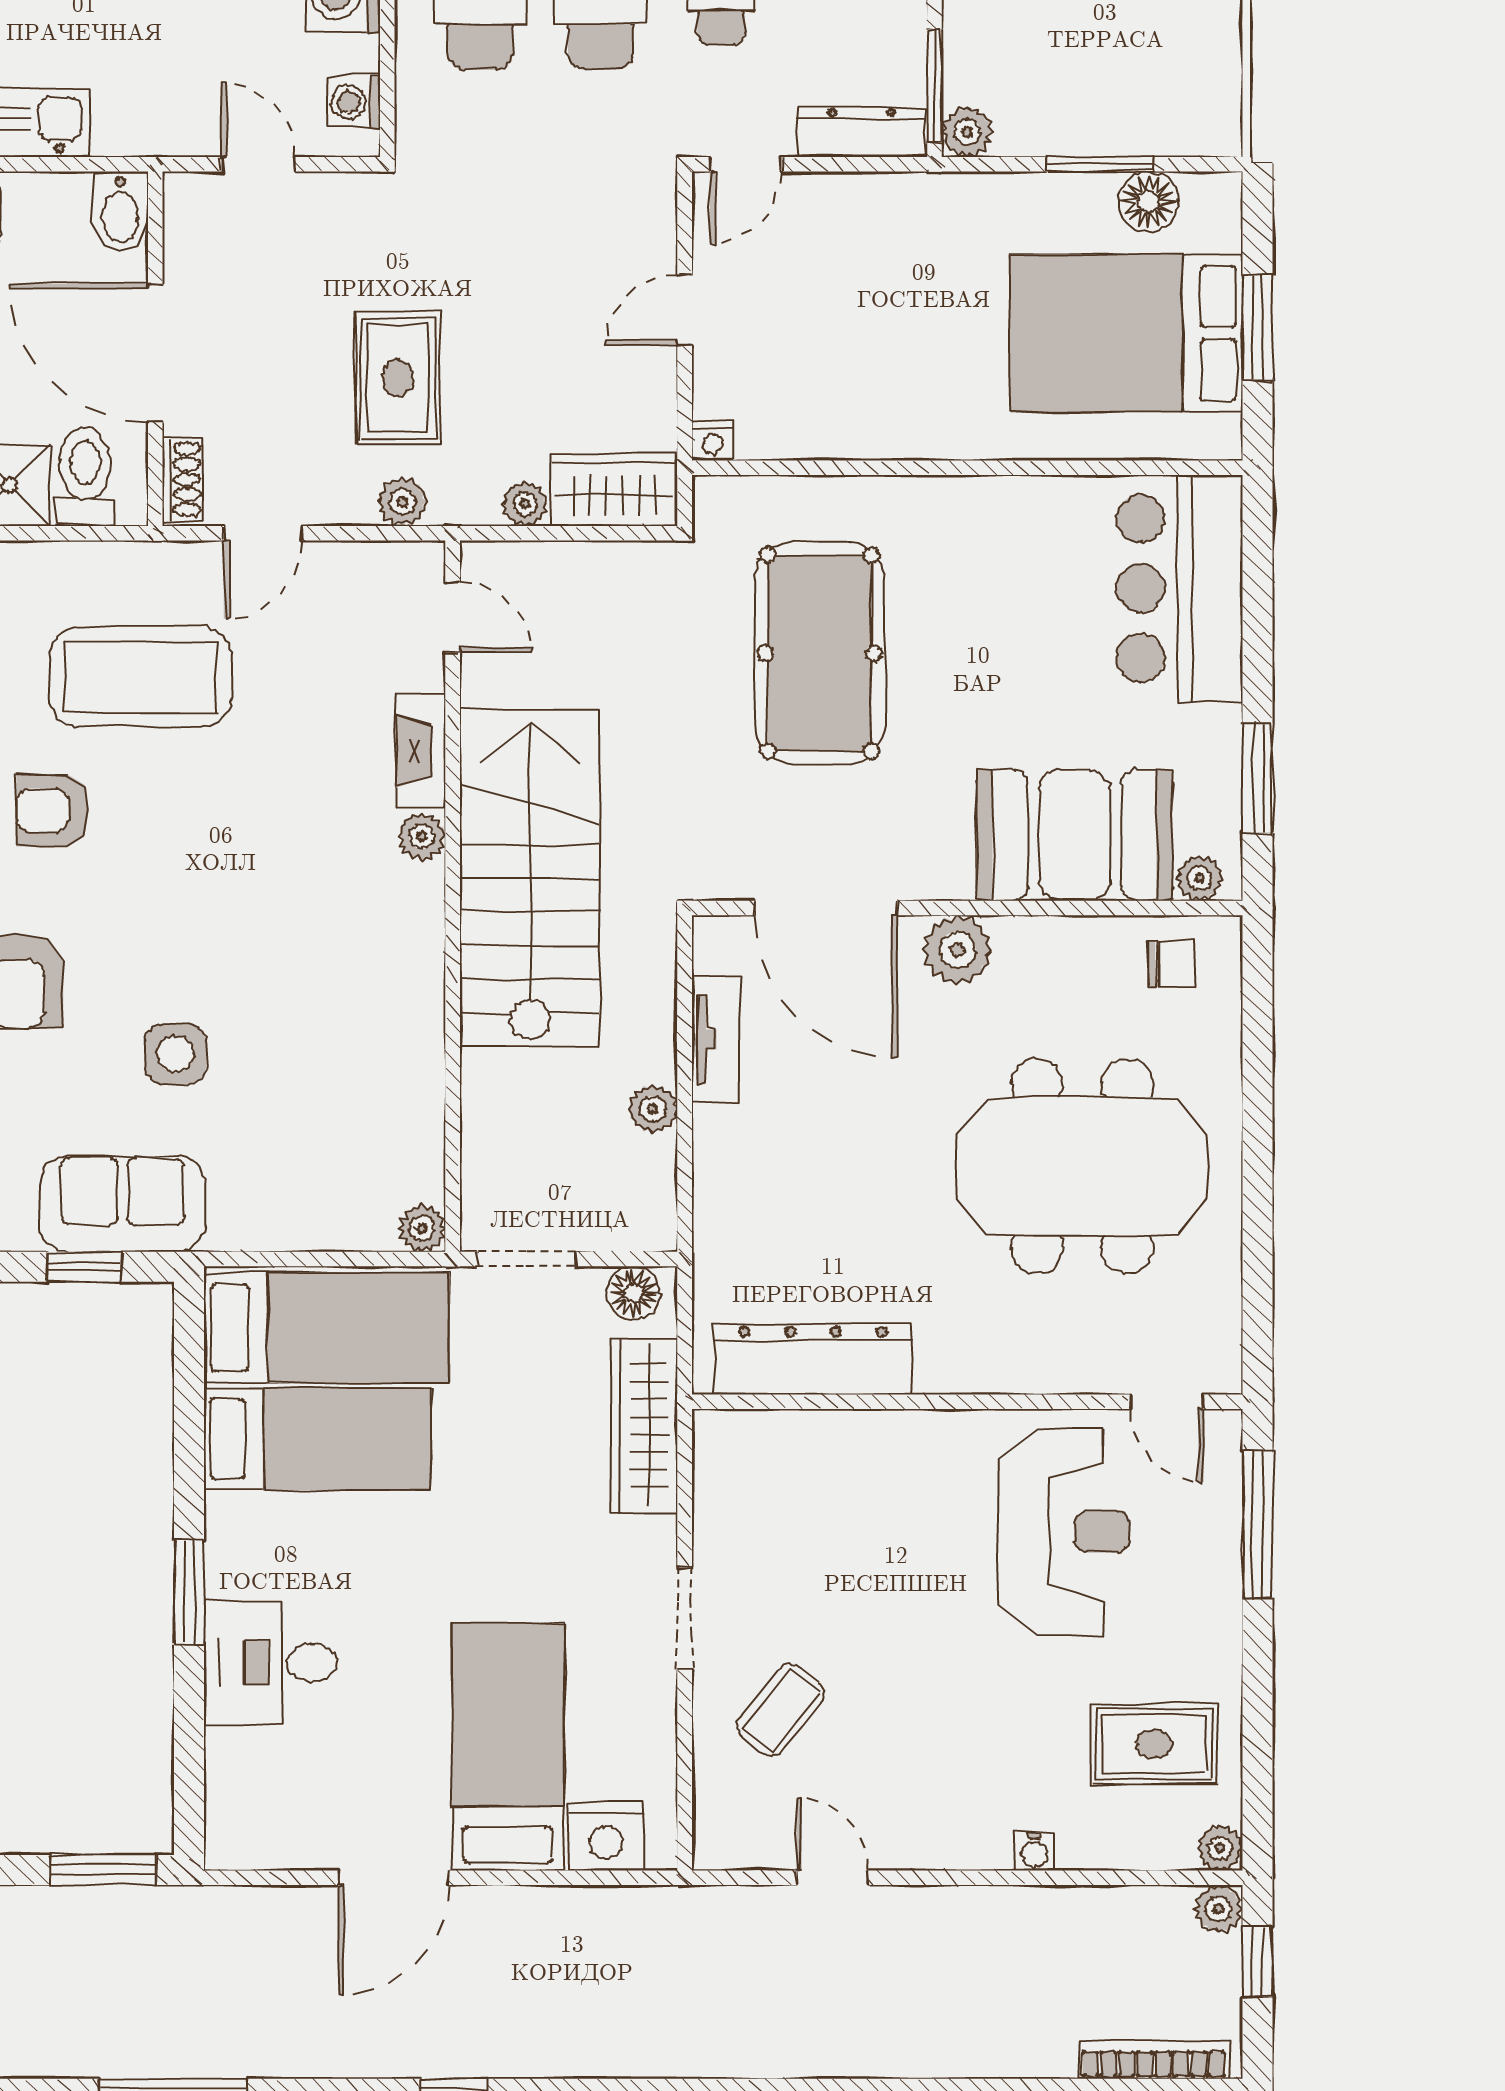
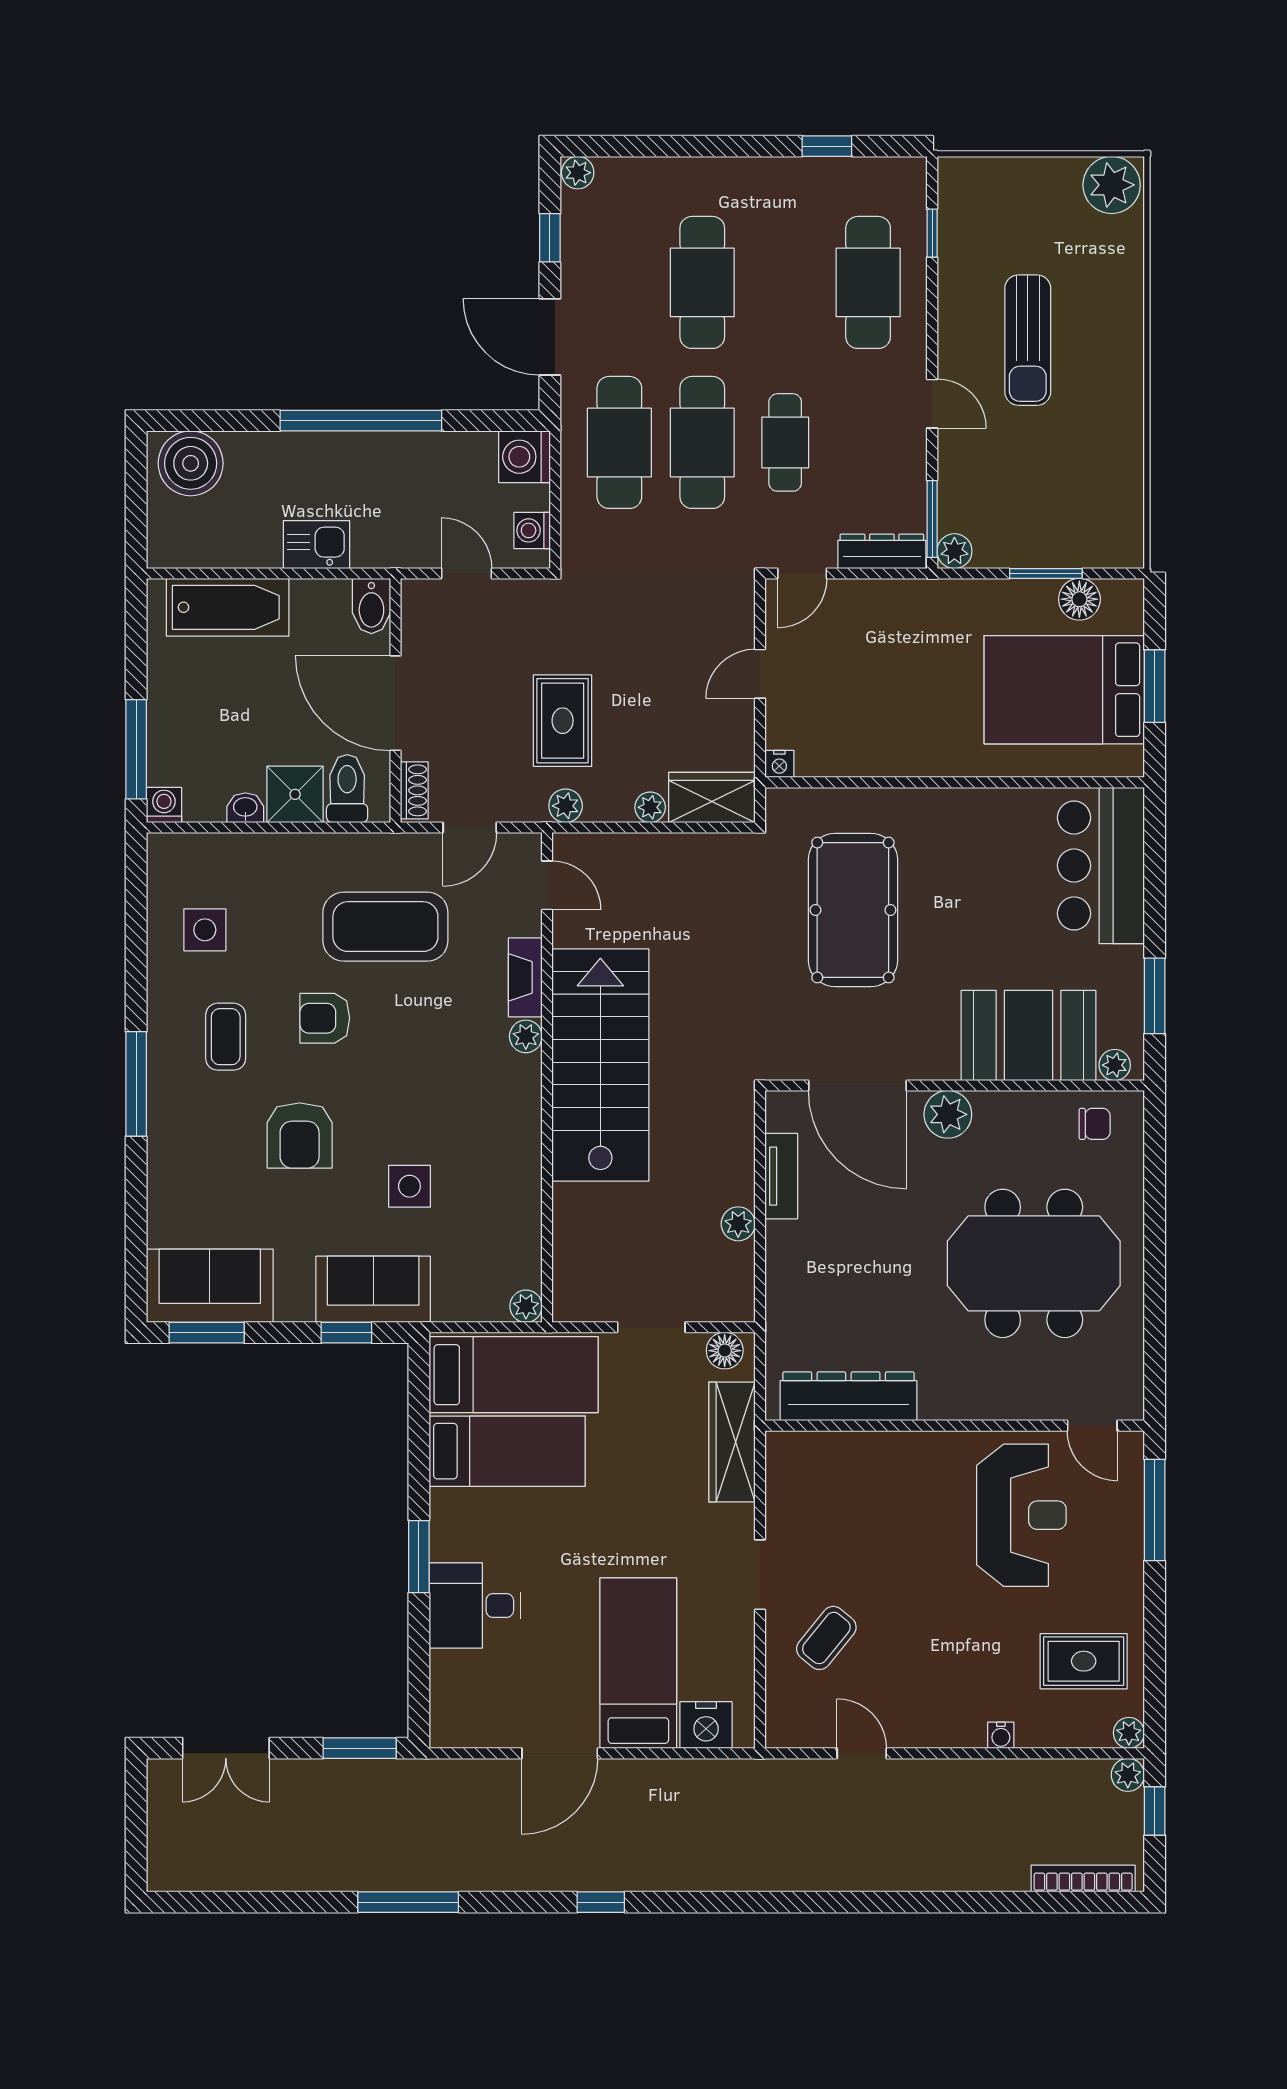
door: (453, 617) -> (547, 885), moved
fireplace: (421, 751) -> (525, 977), moved
plant: (422, 837) -> (526, 1036), moved
stairs: (530, 878) -> (600, 1065), moved
wall: (453, 896) -> (547, 1077), moved
plant: (422, 1228) -> (526, 1306), moved

